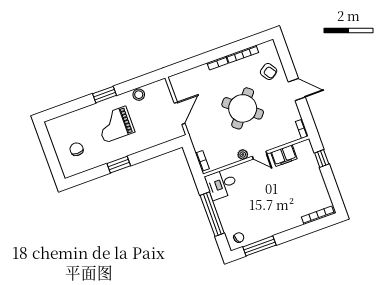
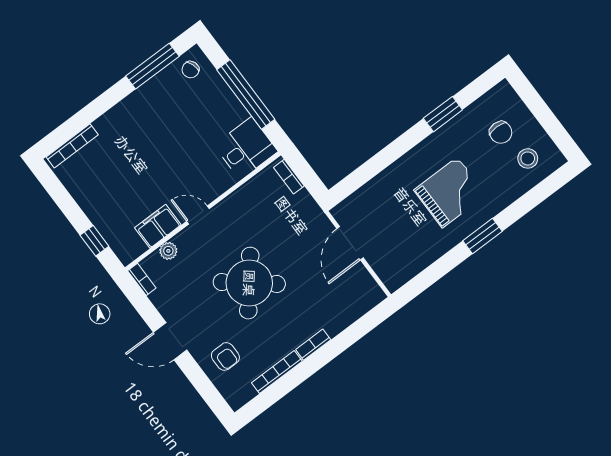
armchair: (269, 72) -> (225, 356), turned -146
stool: (139, 95) -> (528, 158), moved
plant: (243, 155) -> (168, 251), moved
window: (119, 165) -> (443, 114), moved

